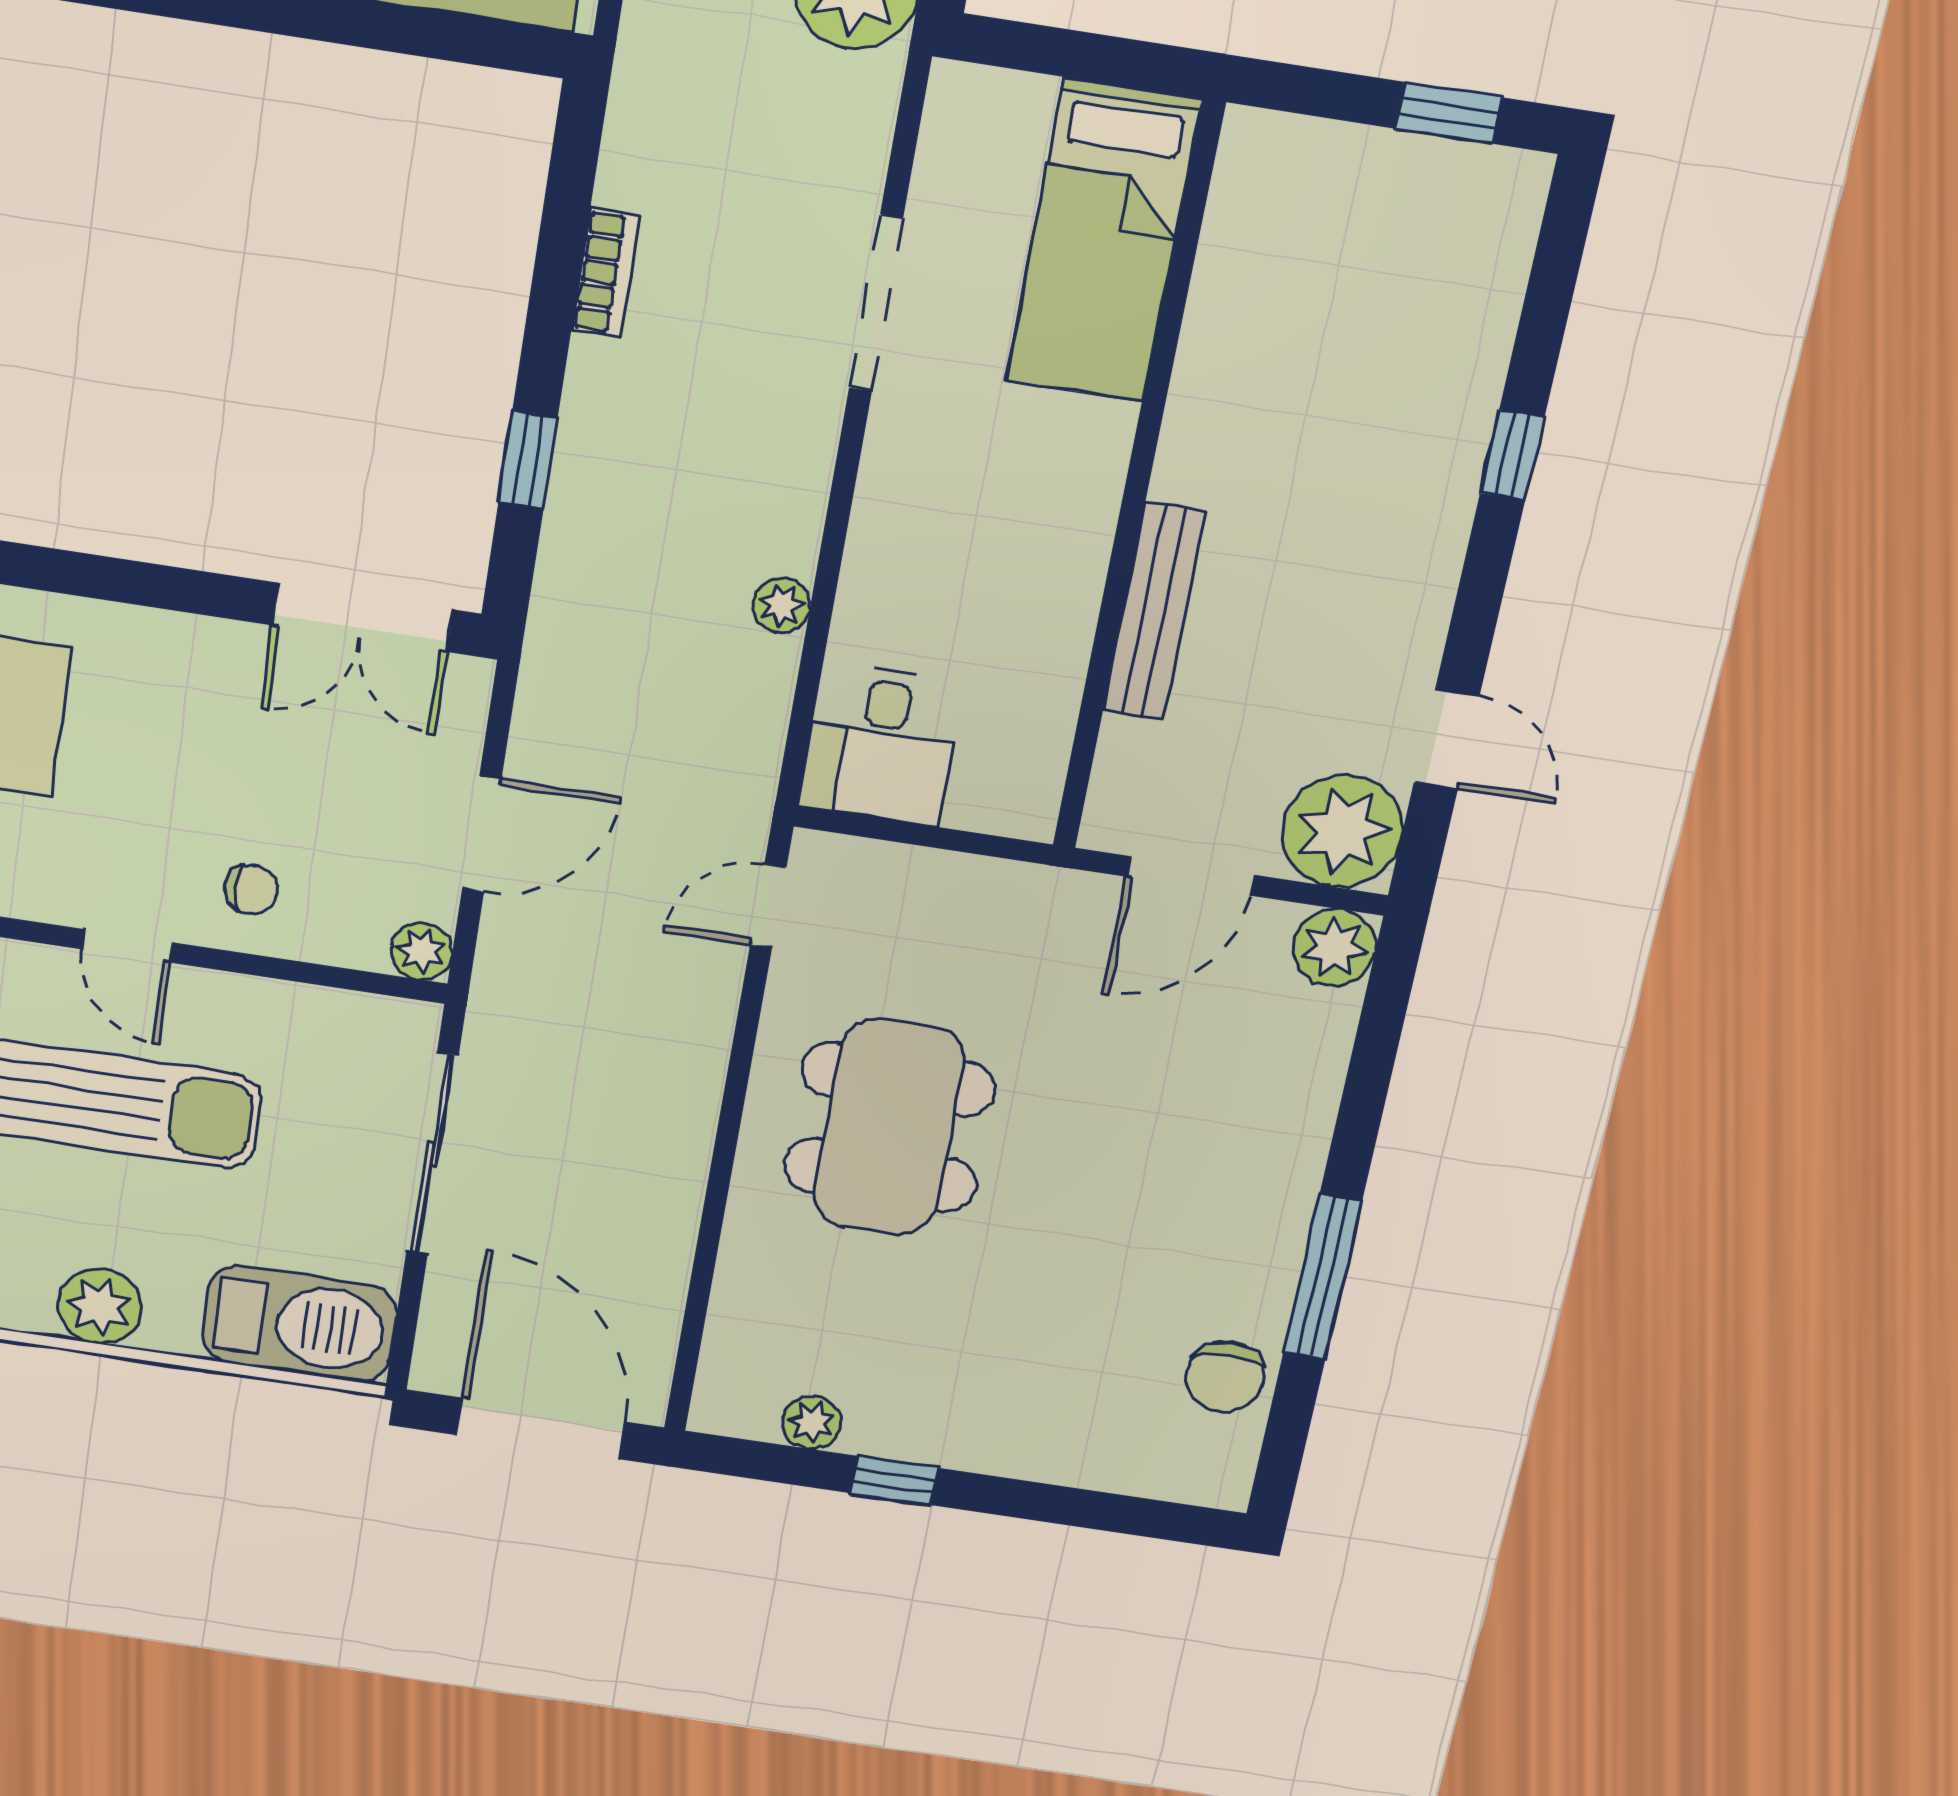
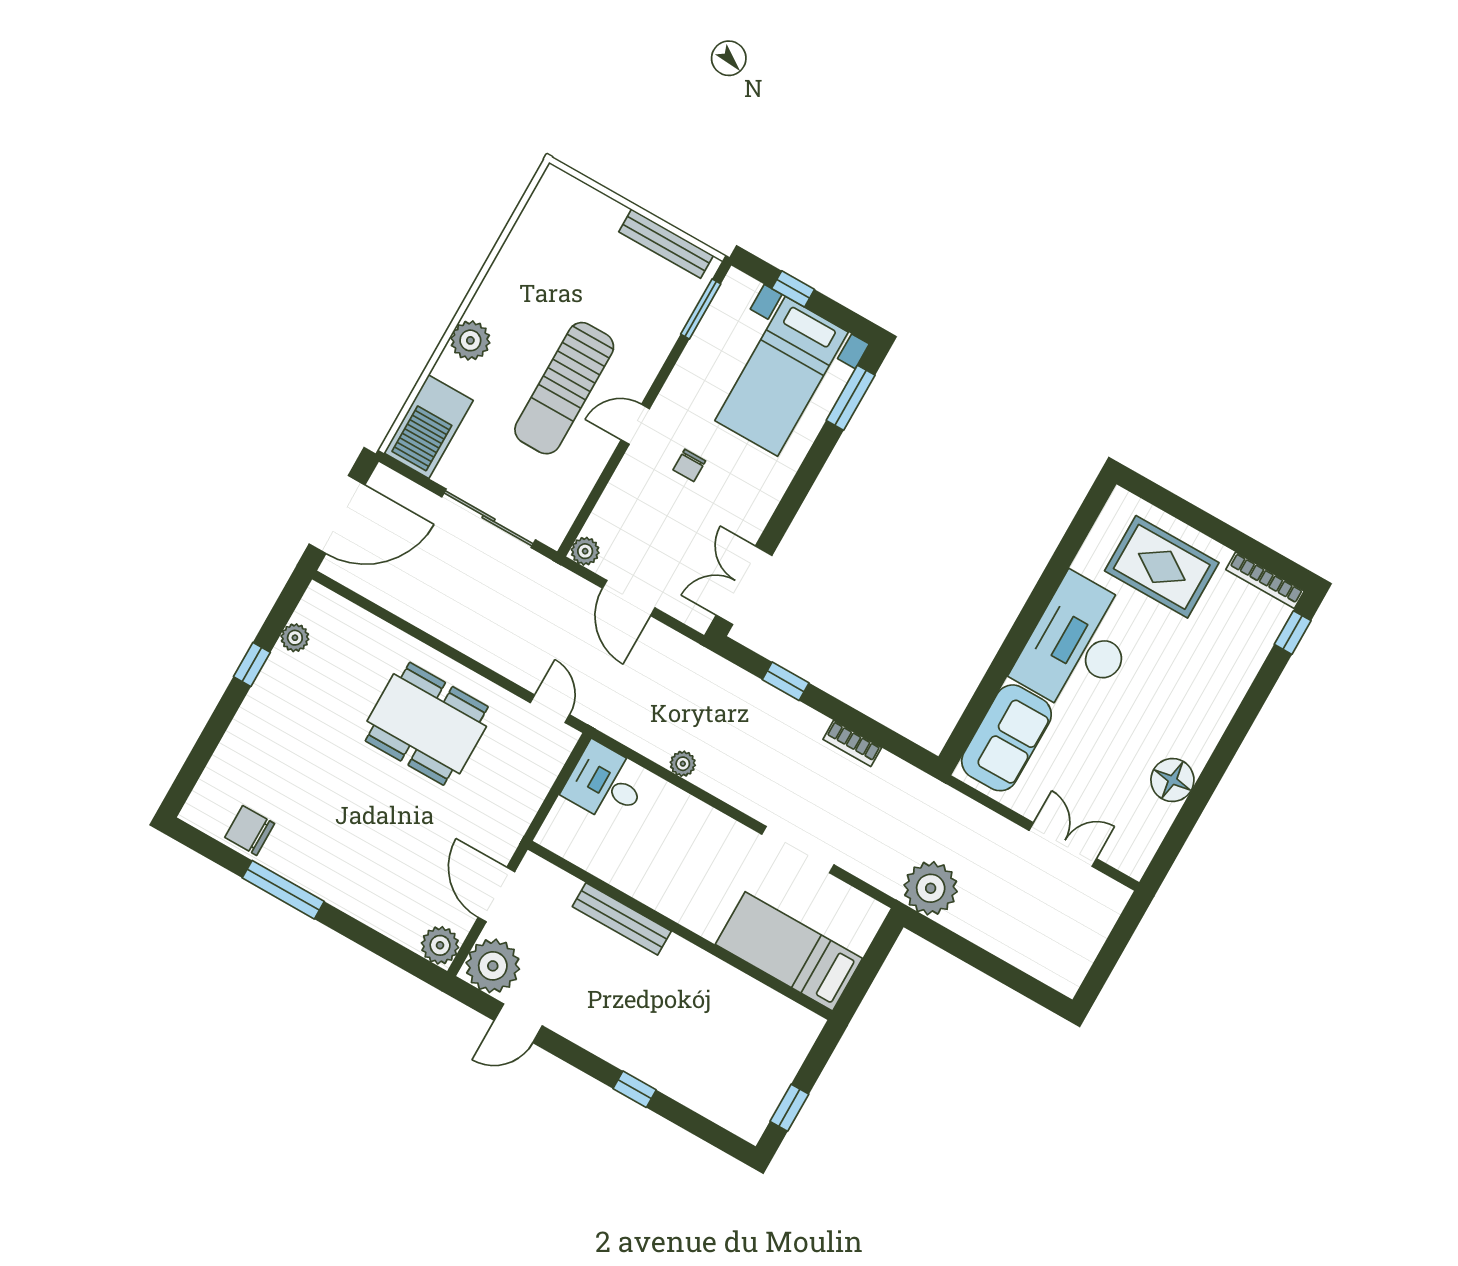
chair: (251, 890) -> (689, 465), moved

